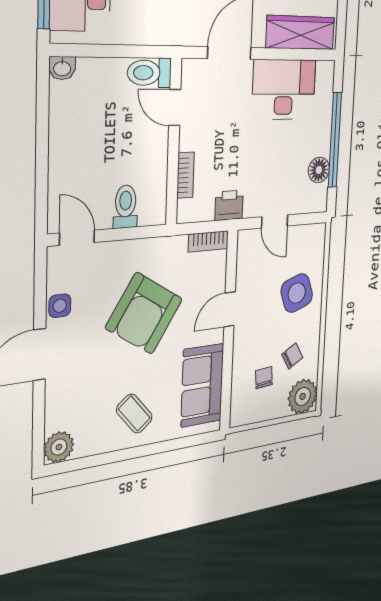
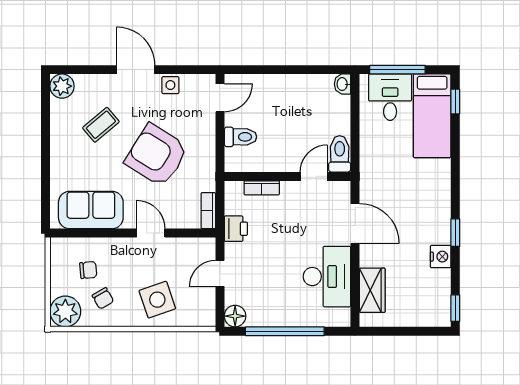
wardrobe: (300, 33) -> (372, 290), width x0.67
floor lamp: (319, 170) -> (235, 316), moved
coffee table: (134, 414) -> (101, 125), moved

